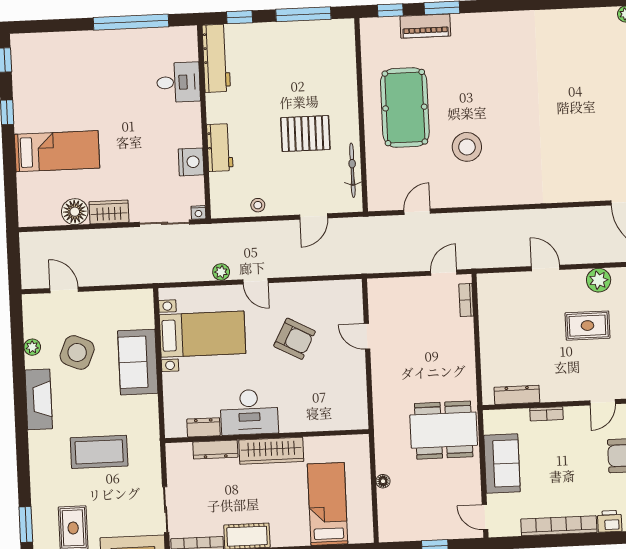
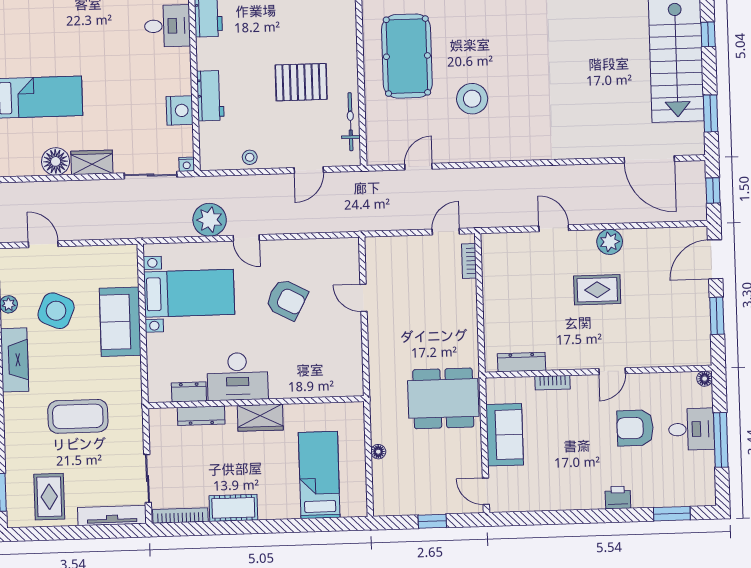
plant: (221, 272) -> (210, 220), width x1.88, depth x1.88
wardrobe: (271, 451) -> (260, 418), width x0.67
bookcase: (559, 526) -> (564, 501), removed

